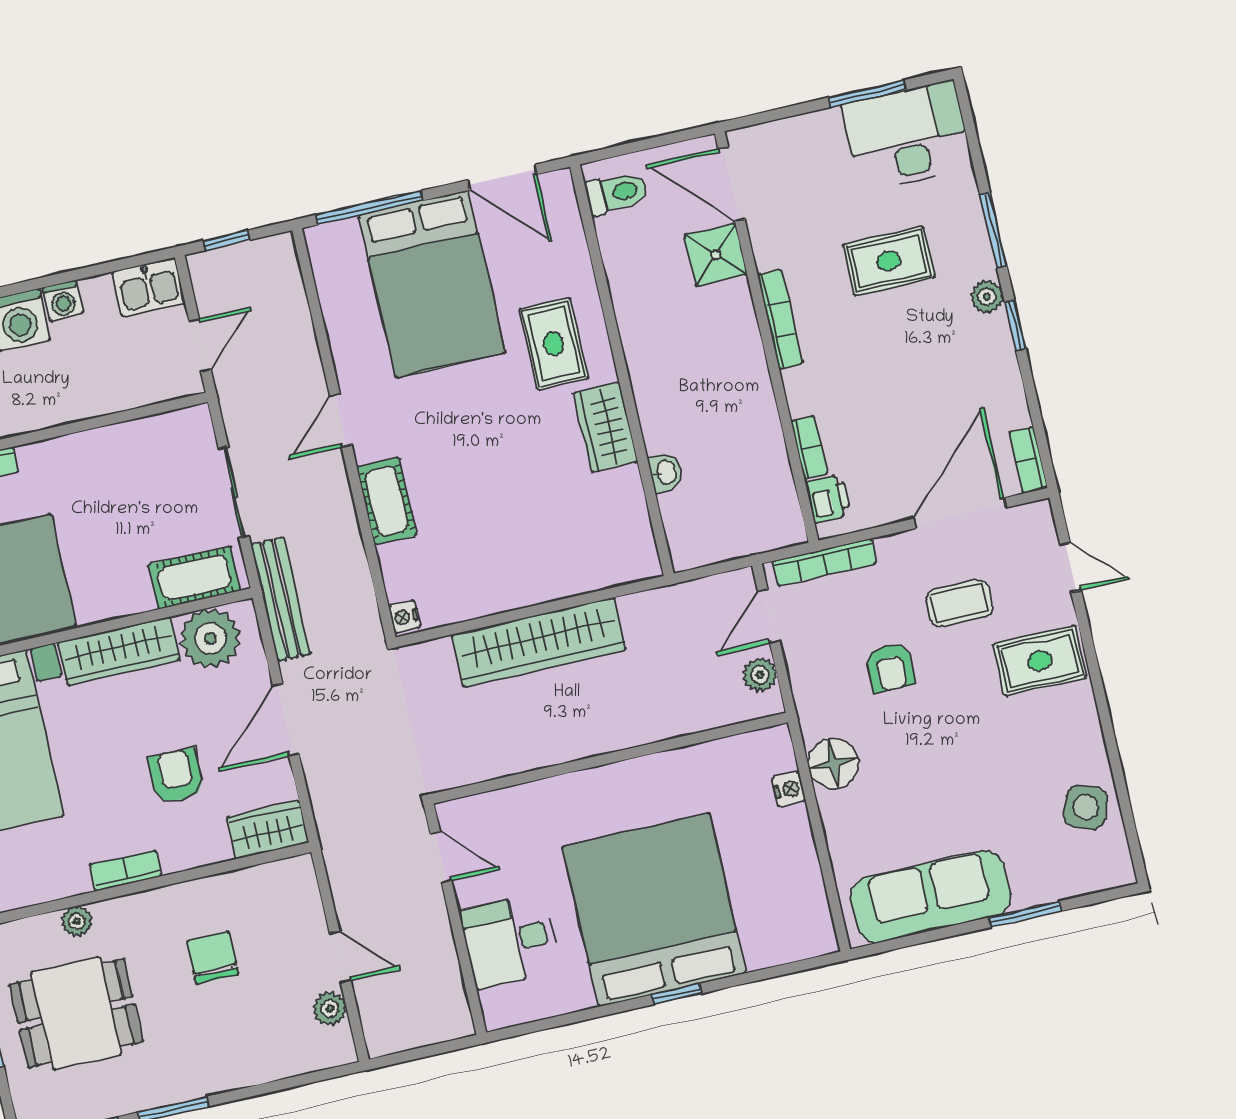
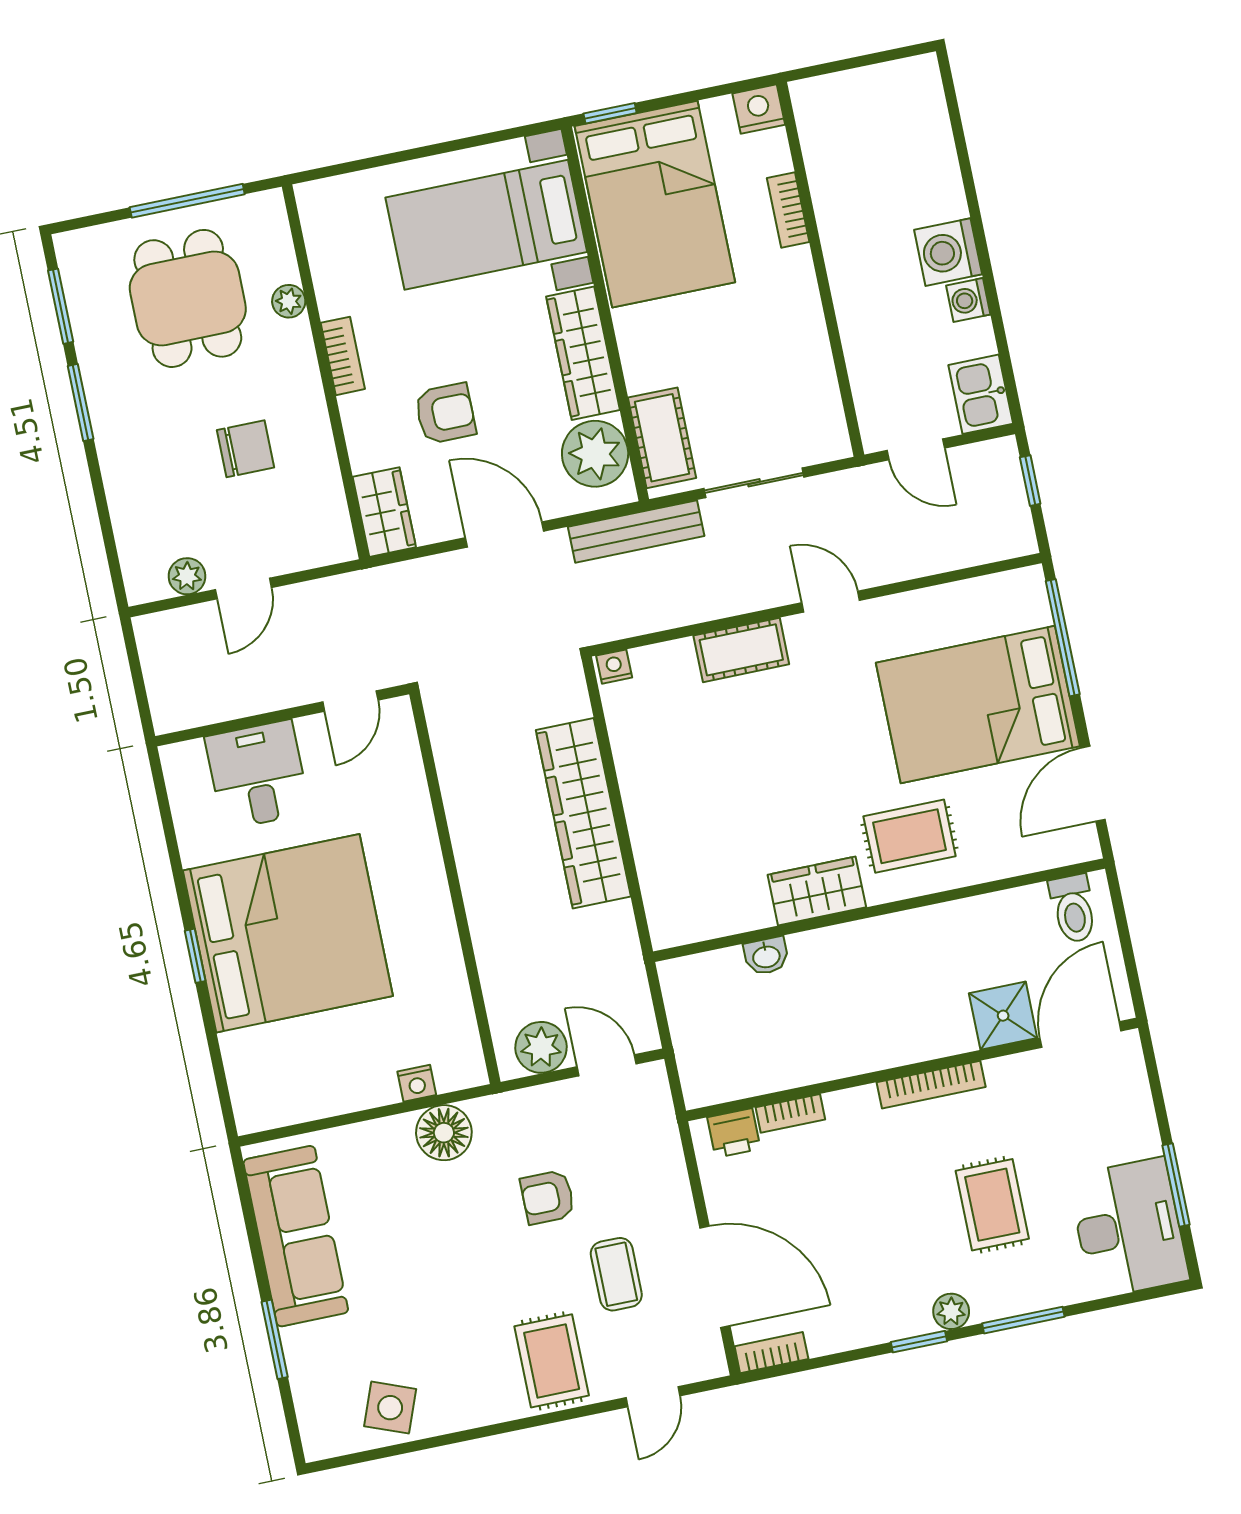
bookcase: (824, 562) -> (664, 1127), removed
plant: (760, 675) -> (541, 1047), width x1.38, depth x1.38

